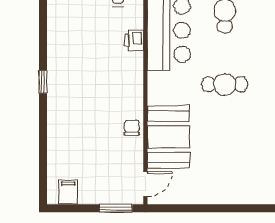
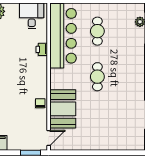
cafe table: (225, 84) -> (97, 77), turned 90

